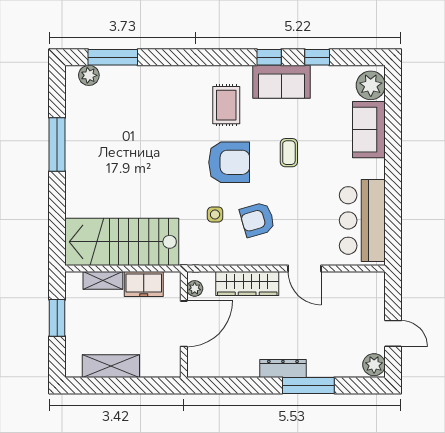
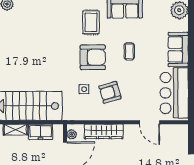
sofa: (369, 130) -> (178, 49), moved
door: (305, 269) -> (149, 122), moved

